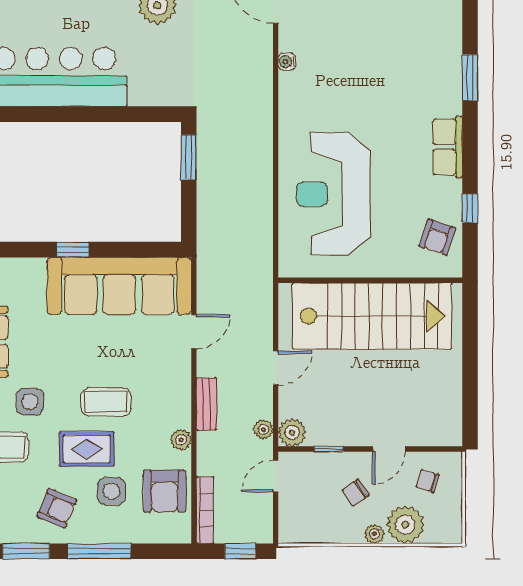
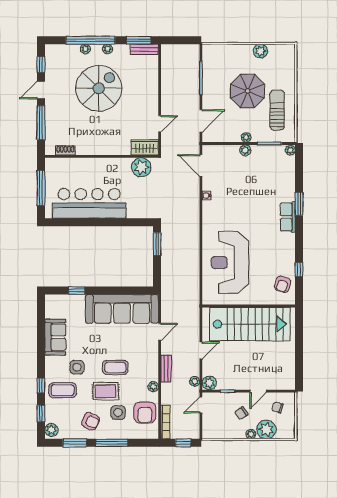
row of seats: (448, 147) -> (288, 217), moved
window: (73, 250) -> (77, 291), moved

